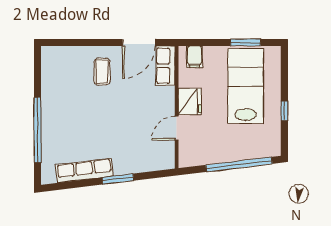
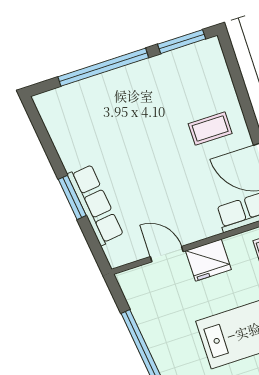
window: (37, 72) -> (182, 42), added
row of seats: (84, 170) -> (95, 205), moved

